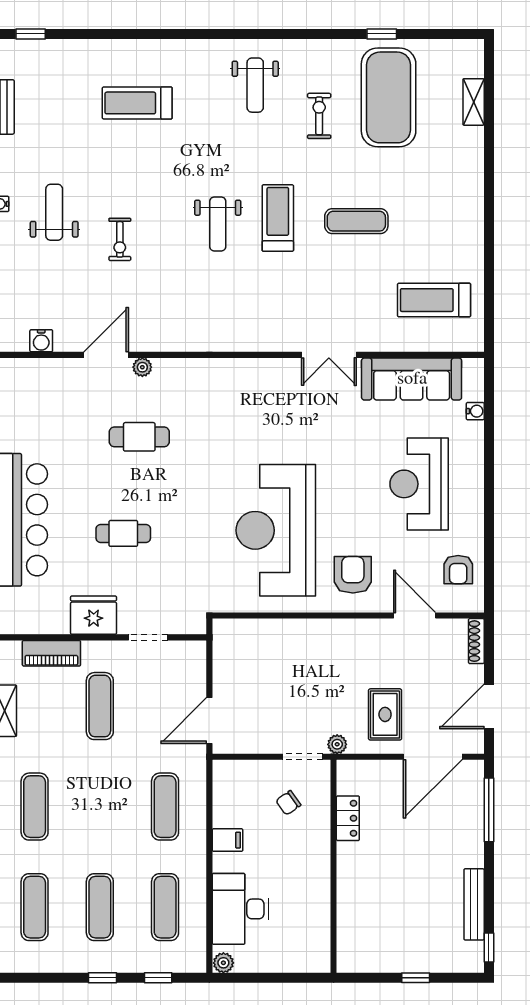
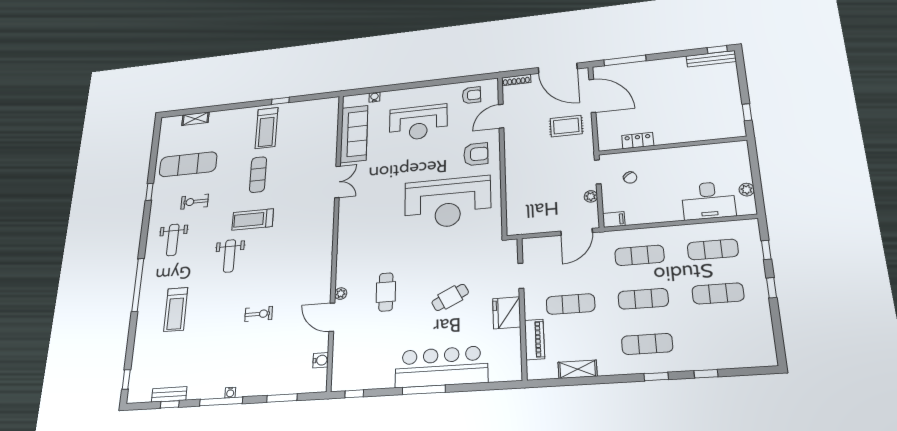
window: (183, 34) -> (138, 285), added
window: (382, 34) -> (149, 192), moved
weight bench: (255, 85) -> (173, 240), turned 90
exercise mat: (389, 97) -> (188, 164), width x0.68
weight bench: (54, 212) -> (238, 357), removed
weight bench: (218, 224) -> (230, 256), moved, turned 90
window: (489, 250) -> (280, 101), added
treadmill: (434, 300) -> (267, 128), moved
cafe table: (123, 533) -> (450, 297), turned 63
armchair: (353, 575) -> (476, 154), turned 180
door: (489, 706) -> (558, 68), width x1.36
door: (209, 721) -> (577, 232), hinge flipped
plant: (337, 744) -> (591, 196), moved
filing cabinet: (227, 840) -> (614, 219), moved, turned 90
bench: (474, 904) -> (711, 59), moved
exercise mat: (35, 907) -> (643, 299), moved
plant: (223, 963) -> (747, 190), moved
window: (416, 978) -> (747, 112), moved

